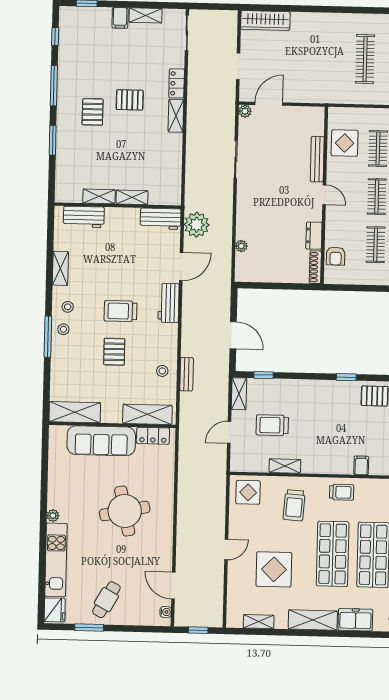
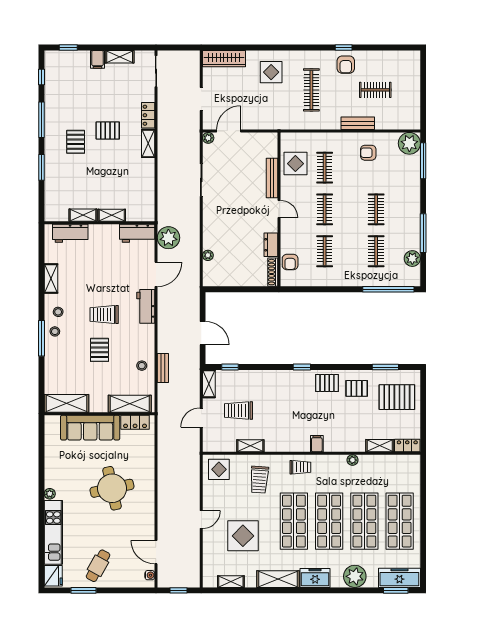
display table: (319, 37) -> (271, 72), added

